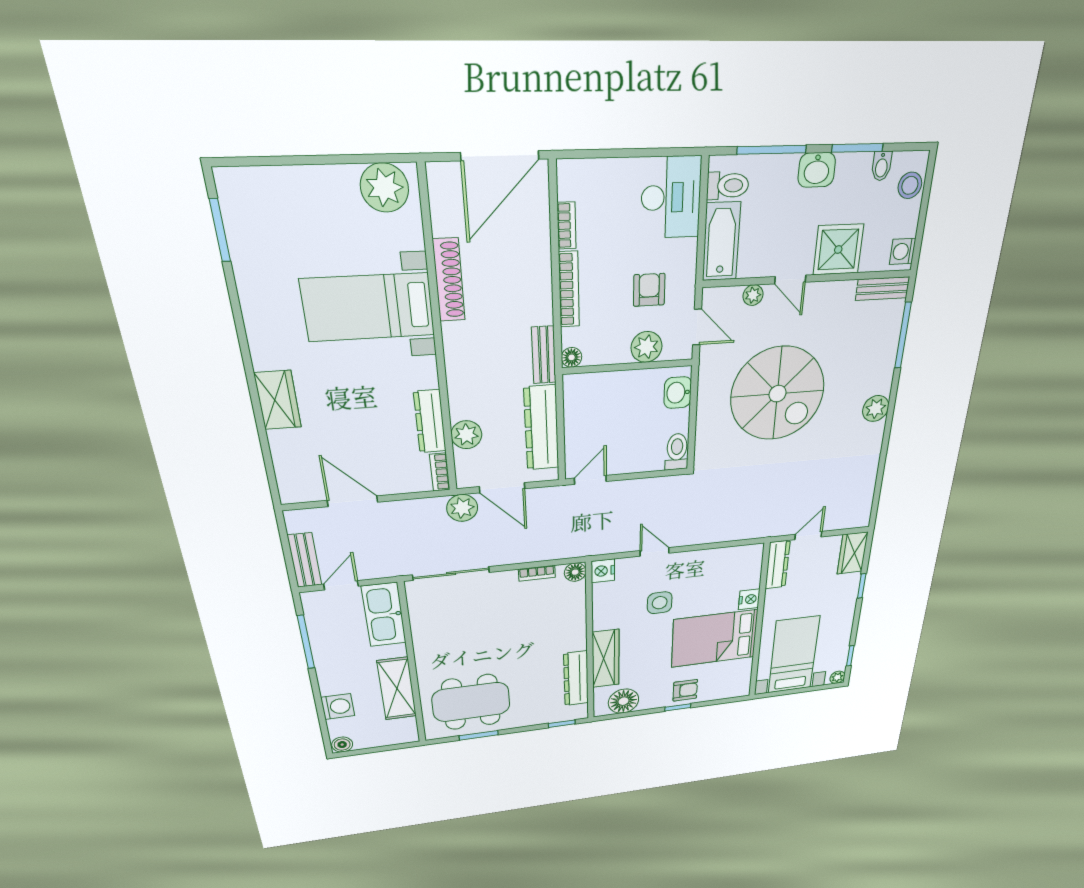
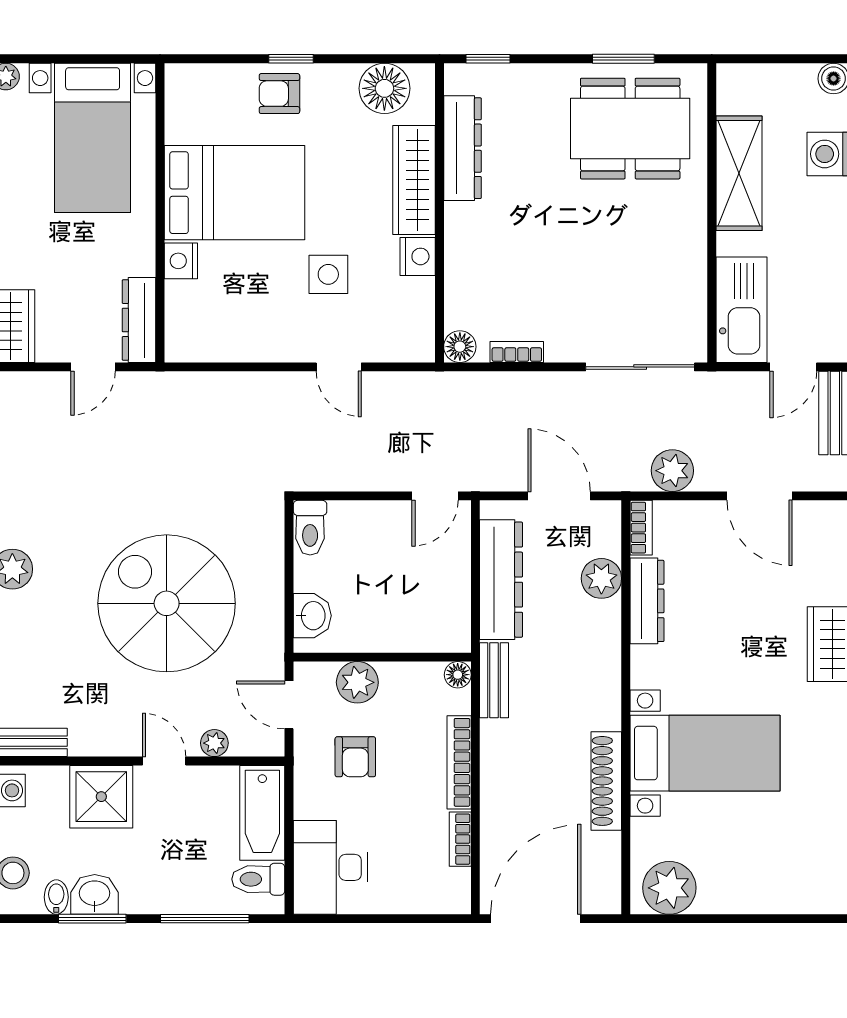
washbasin: (817, 170) -> (95, 894), moved
plant: (462, 508) -> (672, 471), moved
nightstand: (603, 571) -> (418, 256), moved

